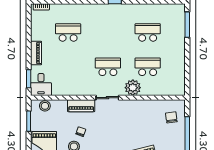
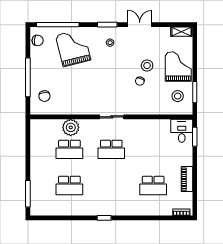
piano: (36, 53) -> (187, 179), moved
plant: (133, 88) -> (71, 127), moved
stool: (45, 106) -> (178, 96), moved
piano: (81, 106) -> (139, 108), removed

